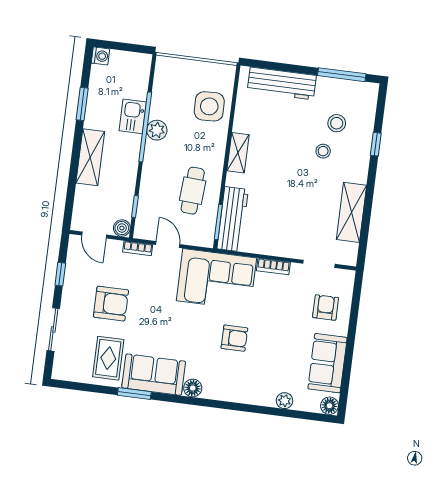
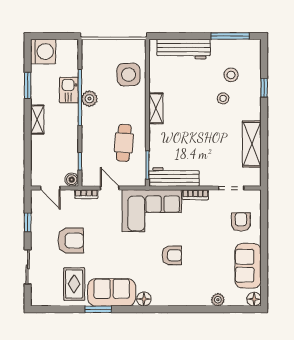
washing machine: (100, 56) -> (43, 52), width x1.89, depth x1.89
shelving: (90, 157) -> (37, 120), width x0.67, depth x0.75
workbench: (233, 219) -> (174, 177), moved, turned -90

